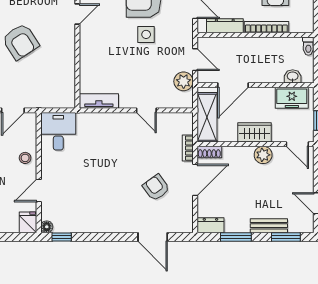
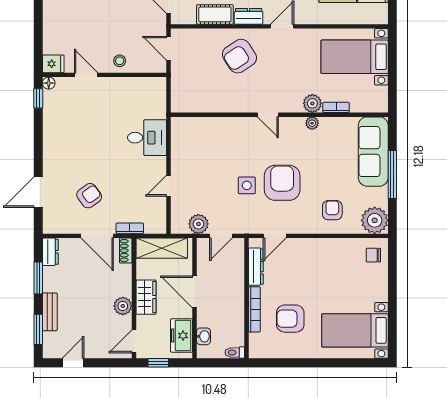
door: (233, 85) -> (195, 292), moved
tv unit: (99, 101) -> (178, 137), removed
desk: (58, 131) -> (147, 138), moved

